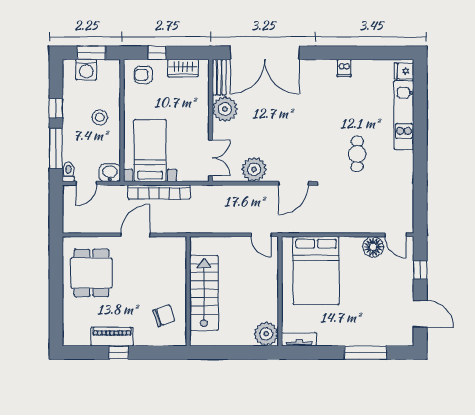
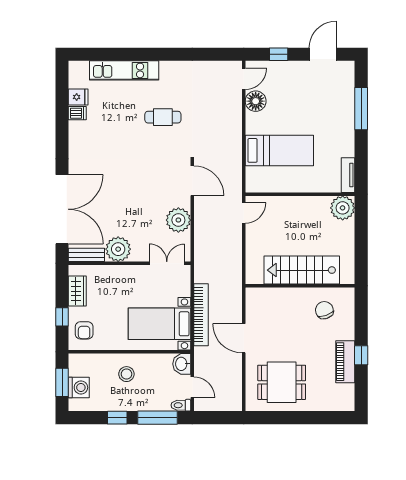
dishwasher: (344, 68) -> (77, 113), moved
fridge: (404, 71) -> (78, 97), moved, turned -90
bed: (316, 271) -> (279, 150), width x0.67

